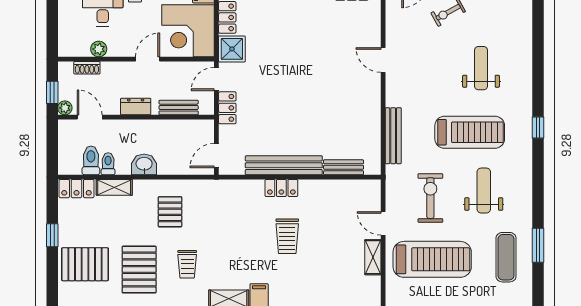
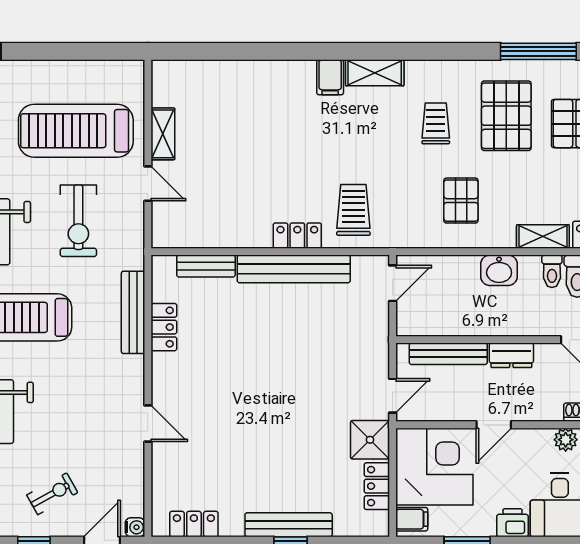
bench: (179, 108) -> (448, 354), width x1.36
locker: (227, 108) -> (164, 327), moved, turned 180
trolley: (287, 236) -> (353, 210), moved

